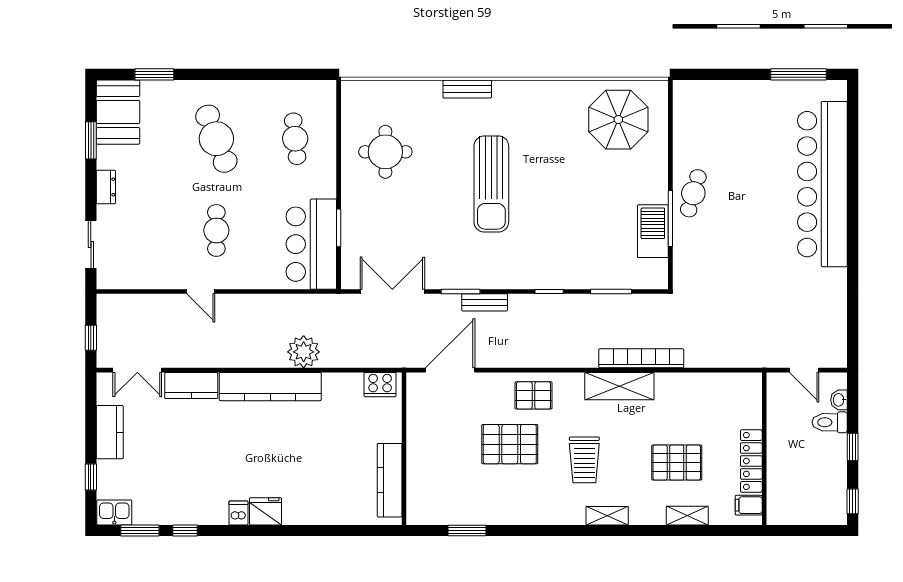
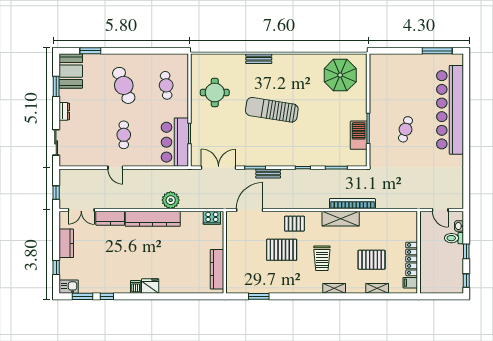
sun lounger: (491, 184) -> (272, 110), turned 99
cafe table: (693, 193) -> (405, 129), moved

